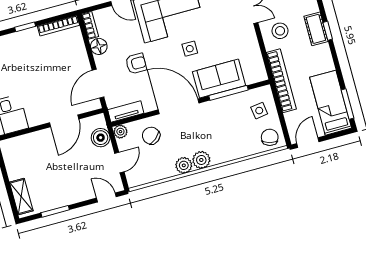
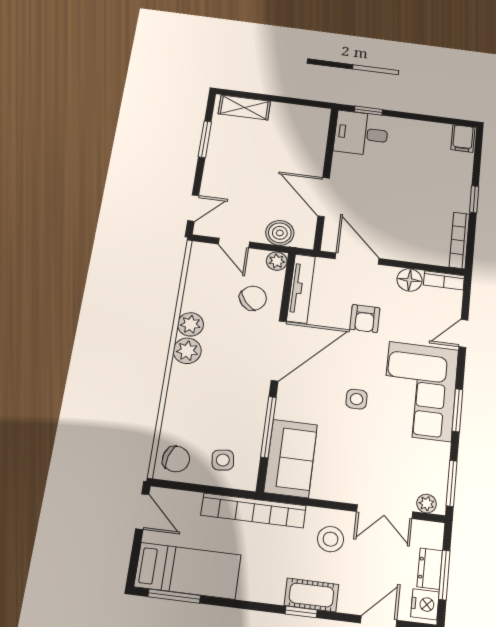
sofa: (219, 79) -> (291, 458), moved
tv unit: (126, 111) -> (301, 289), width x1.41

